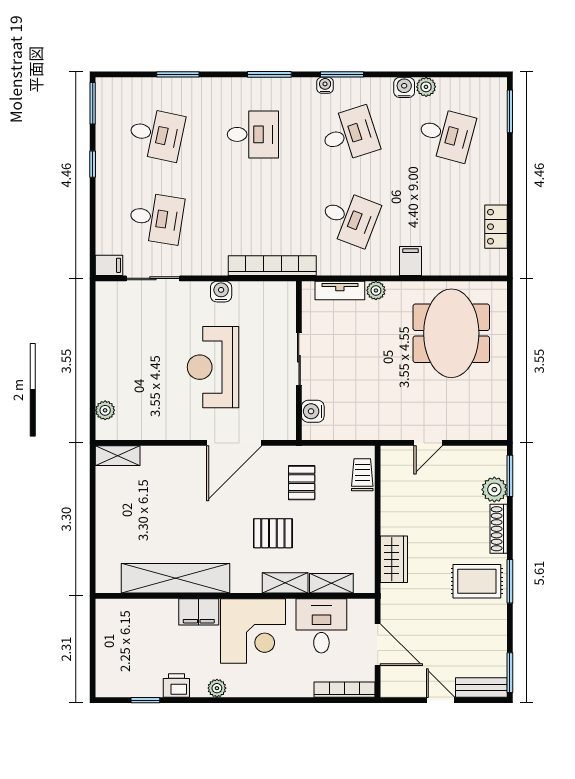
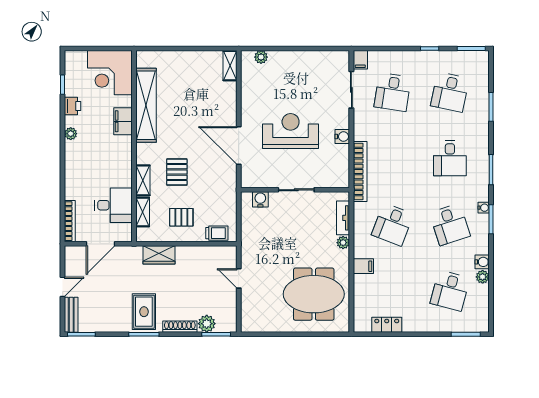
pallet: (302, 483) -> (181, 217), moved
corner desk: (253, 631) -> (110, 73), moved

